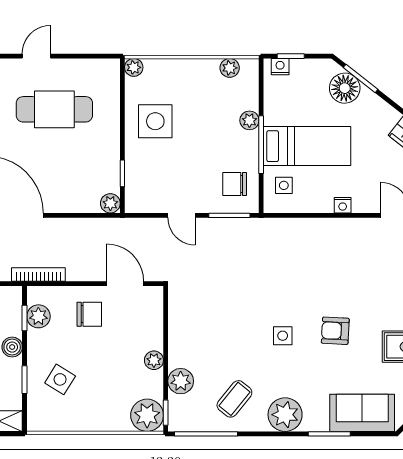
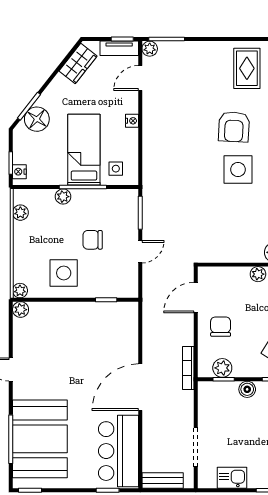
cafe table: (54, 109) -> (54, 355), removed
chair: (235, 184) -> (93, 240), moved, turned 90
plant: (110, 203) -> (21, 310), moved
armchair: (335, 331) -> (234, 127), width x1.38, depth x1.38
side table: (283, 336) -> (238, 170), width x1.87, depth x1.87

